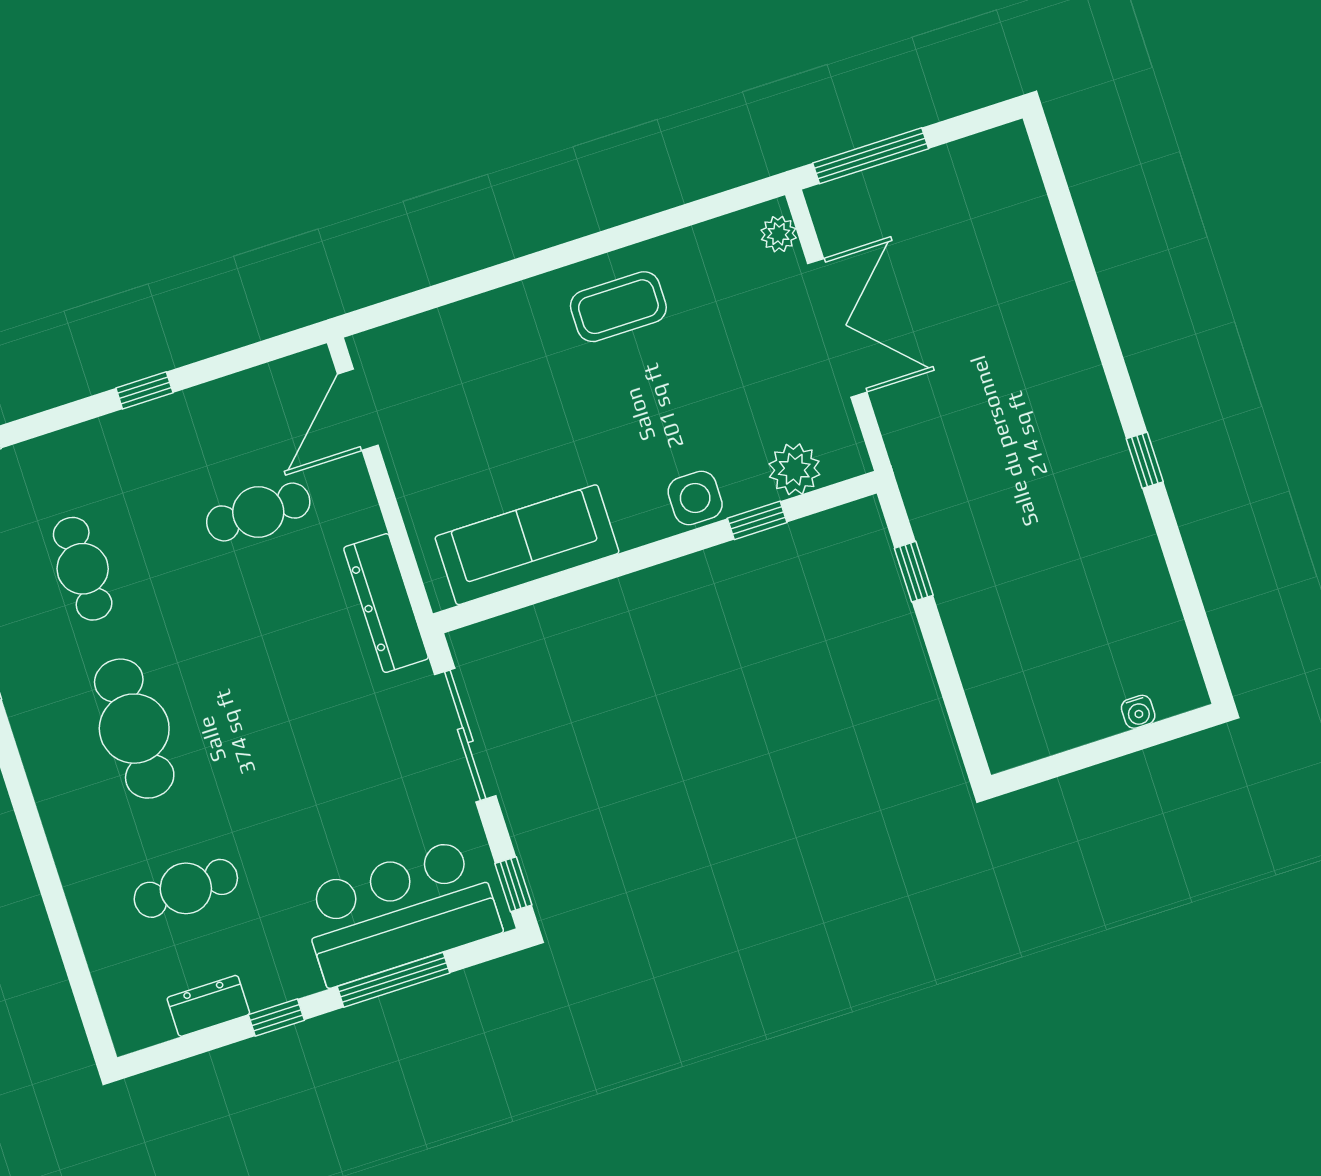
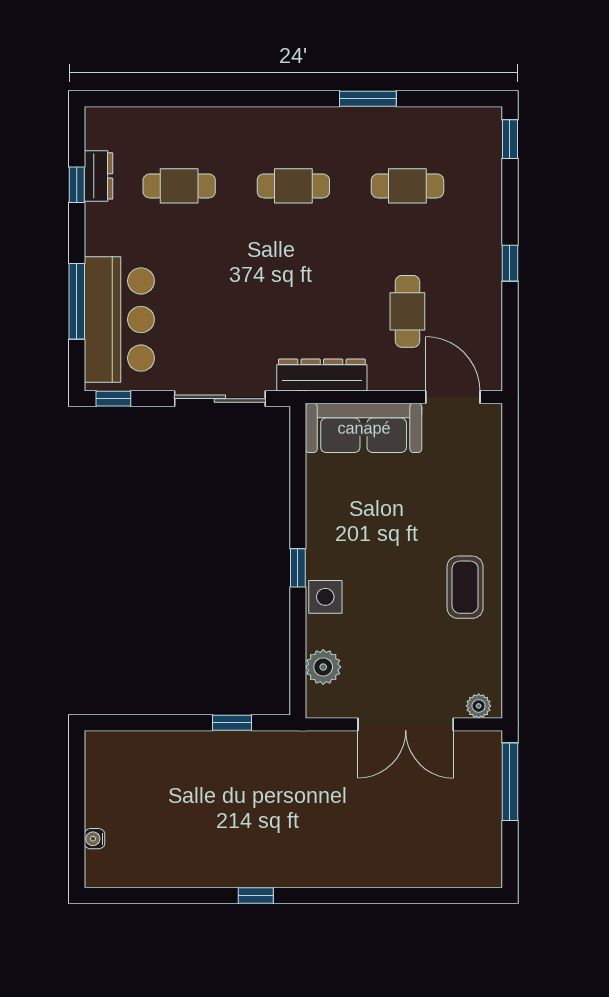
window: (757, 520) -> (298, 568), moved
sofa: (527, 545) -> (364, 428), moved, turned 90
cafe table: (134, 729) -> (293, 186), width x0.73, depth x0.74
cafe table: (186, 888) -> (179, 186), turned 90
window: (276, 1018) -> (77, 185), moved

